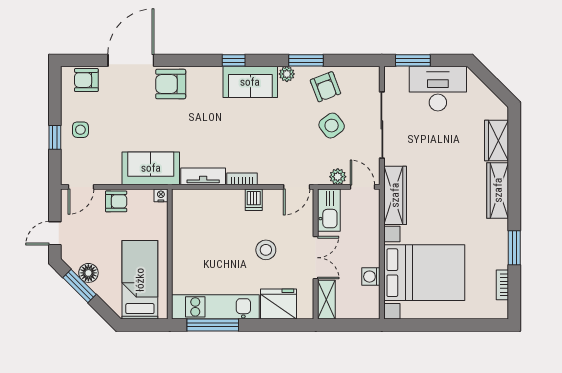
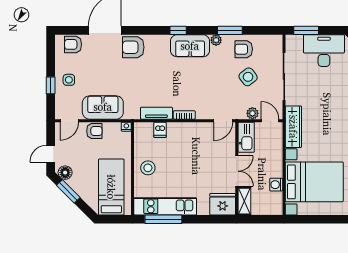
armchair: (325, 87) -> (244, 49), turned 111
sofa: (151, 168) -> (103, 107), moved
dishwasher: (254, 200) -> (160, 130), moved
stool: (266, 250) -> (148, 168), moved
floor lamp: (88, 273) -> (65, 173), moved
fridge: (279, 304) -> (223, 204), moved

